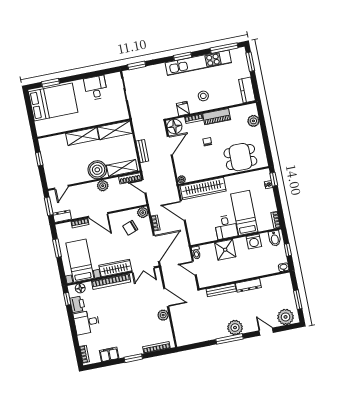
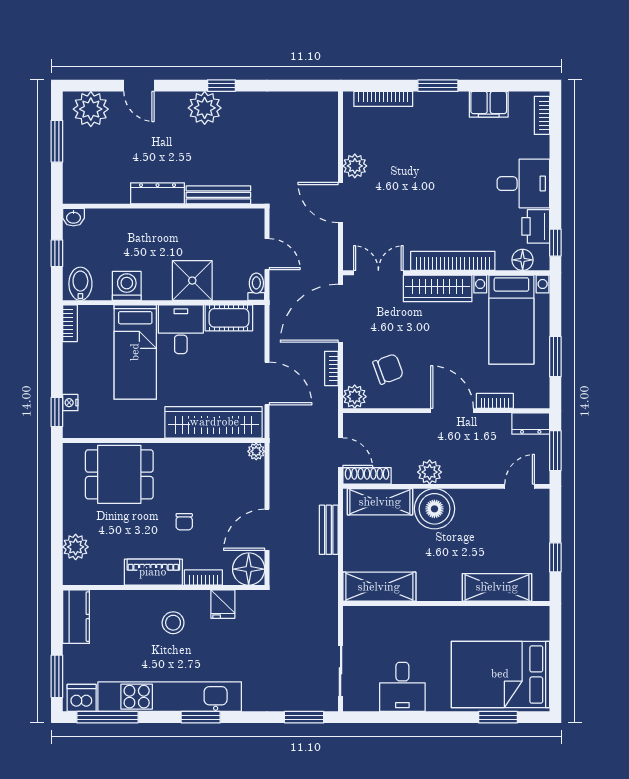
dishwasher: (237, 54) -> (82, 698), added
shelving: (82, 136) -> (497, 587), moved
cot: (206, 236) -> (229, 318), added
window: (229, 339) -> (222, 86), width x0.46

